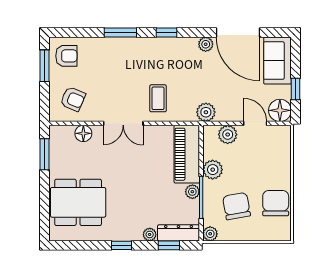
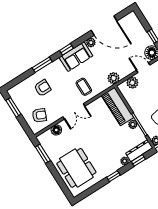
armchair: (66, 56) -> (43, 88), moved
sofa: (277, 61) -> (76, 57), moved, turned -90
plant: (213, 170) -> (136, 106), removed
dining table: (78, 202) -> (76, 168), turned 90

